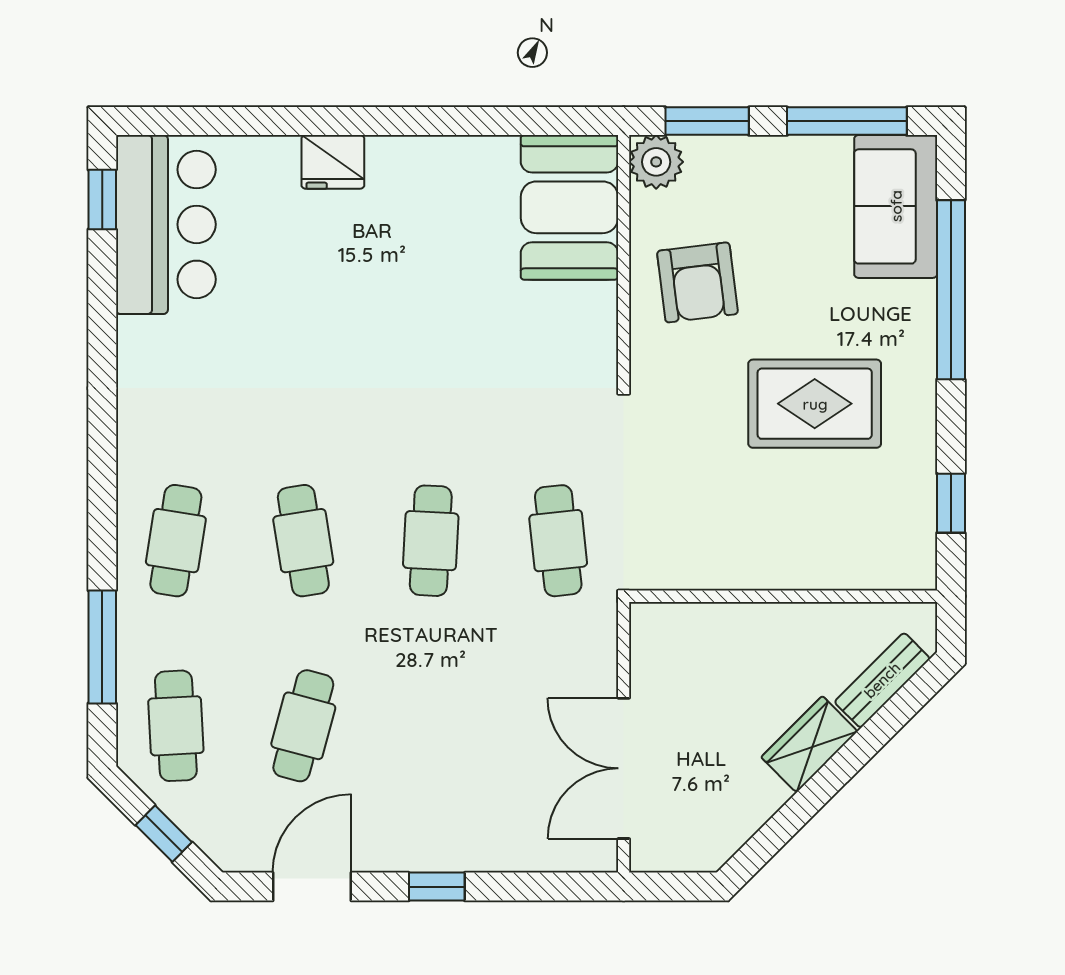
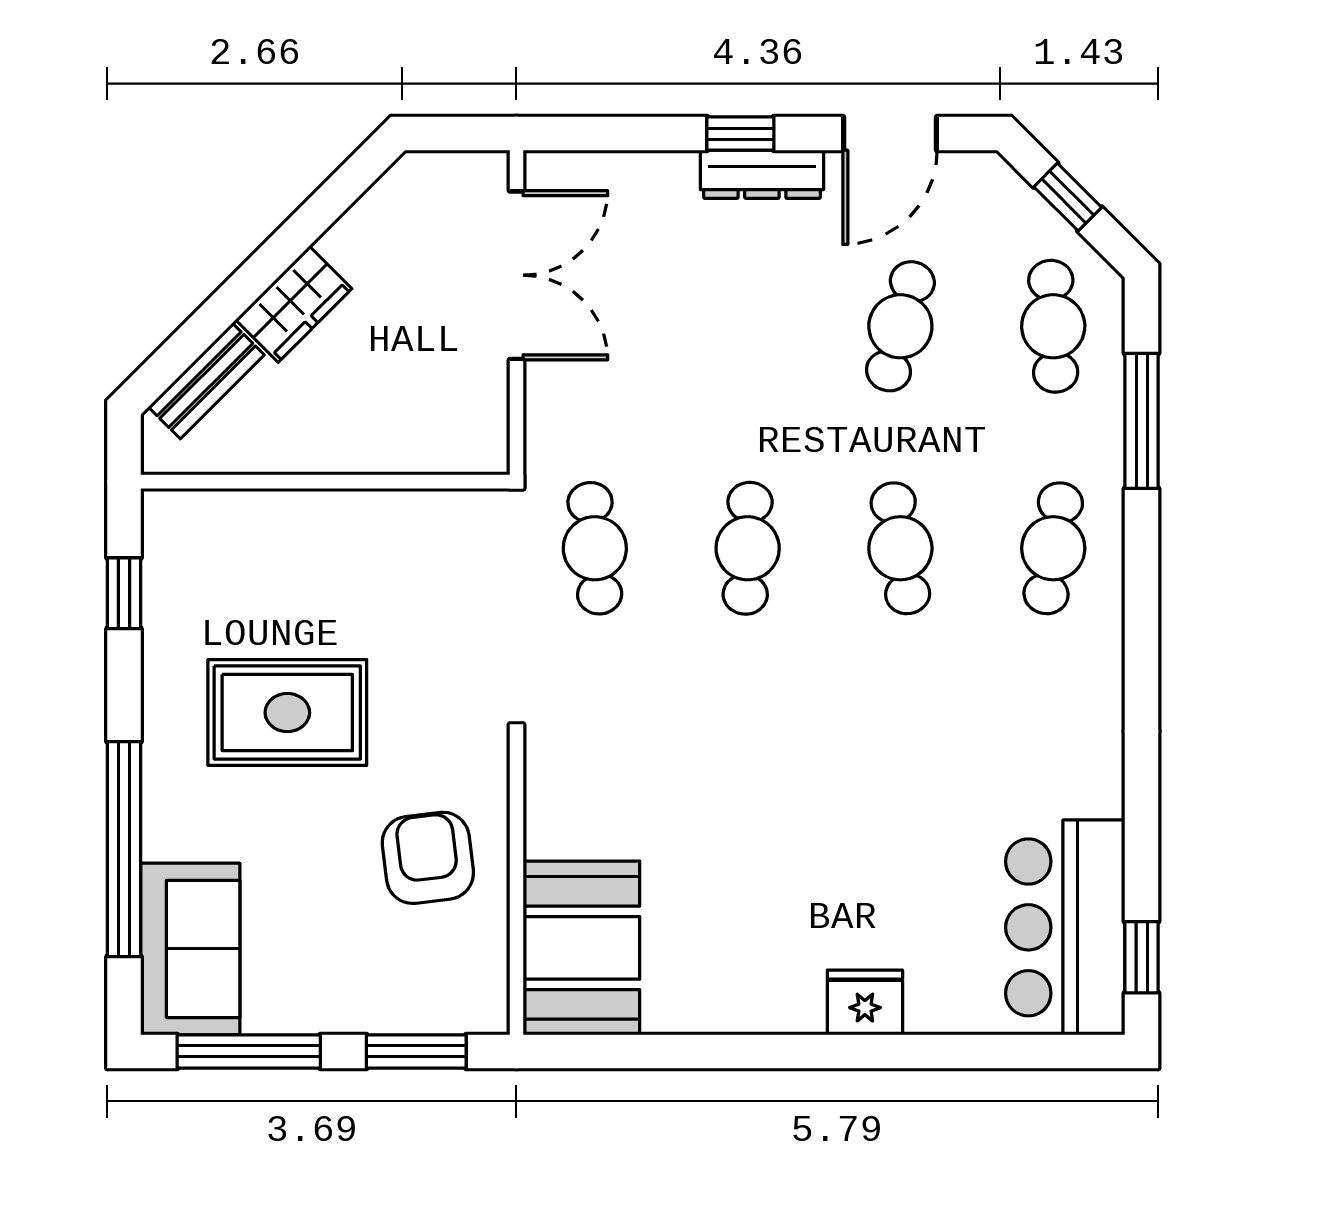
plant: (656, 162) -> (477, 1002), removed
dresser: (419, 853) -> (762, 174), added

